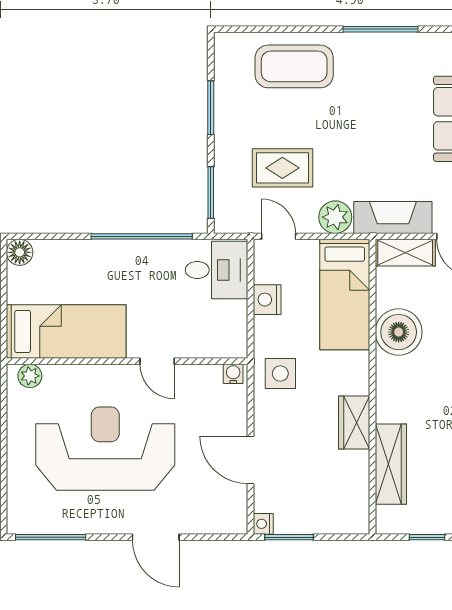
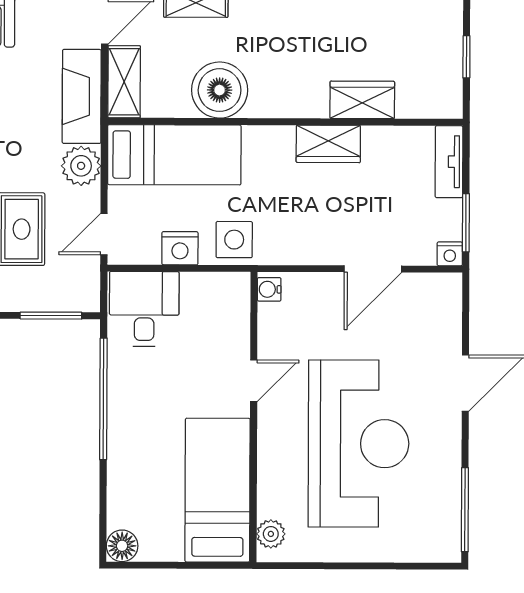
side table: (280, 374) -> (234, 240), moved
reception desk: (105, 449) -> (359, 444), turned 180
wardrobe: (391, 464) -> (362, 100), width x0.67
tv unit: (340, 523) -> (449, 162), added

